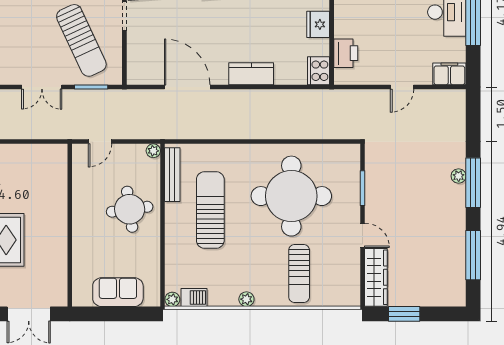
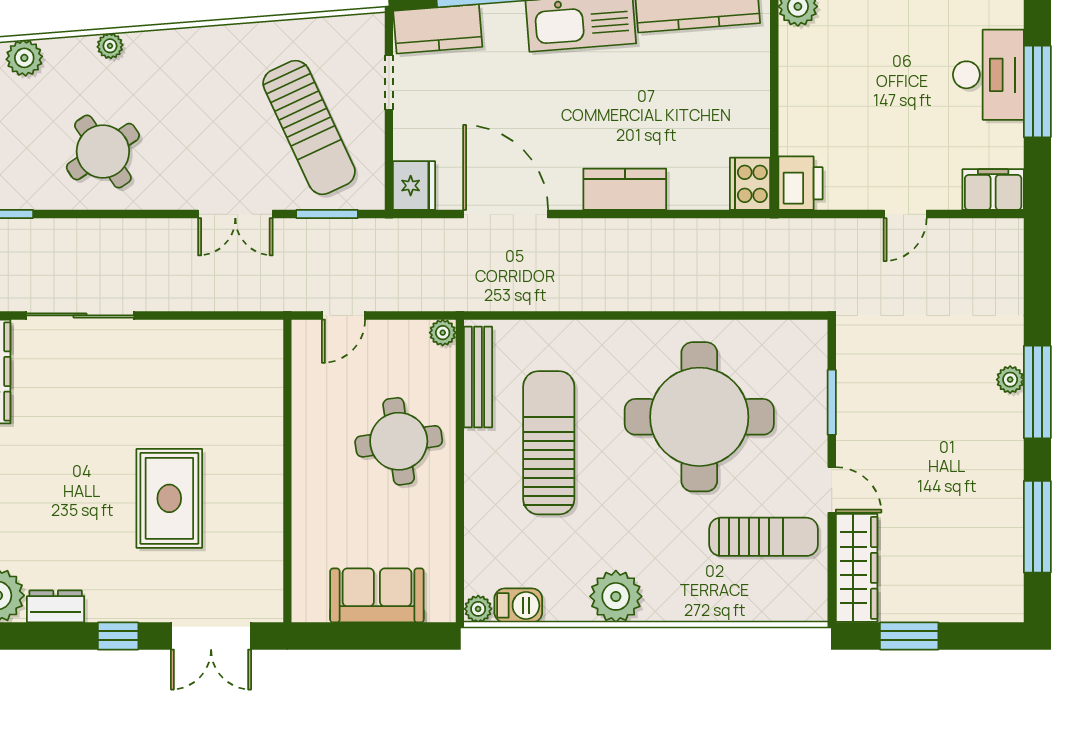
fridge: (318, 24) -> (414, 186), moved, turned 180
printer: (346, 53) -> (800, 183), moved
sun lounger: (299, 273) -> (764, 537), moved, turned -90
plant: (246, 299) -> (616, 596), width x1.88, depth x1.88

